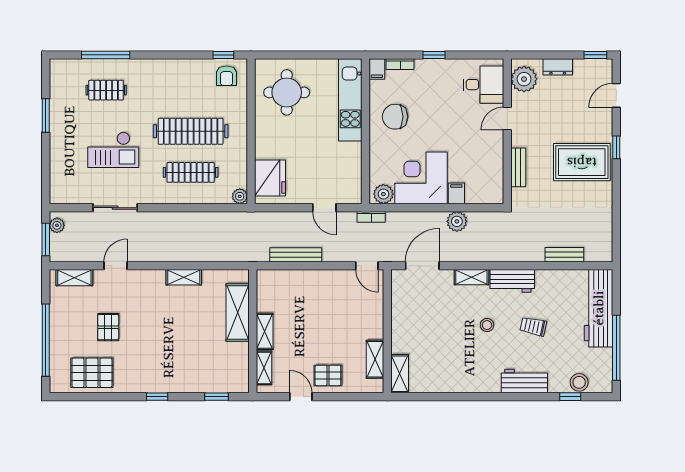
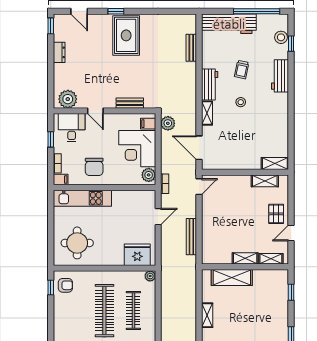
plant: (524, 79) -> (68, 99), moved
desk: (483, 85) -> (72, 128), moved
door: (507, 118) -> (95, 111), moved
wall: (507, 131) -> (104, 111), moved
bench: (518, 167) -> (130, 103), moved

